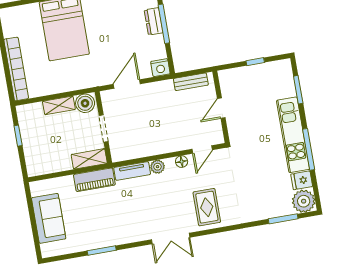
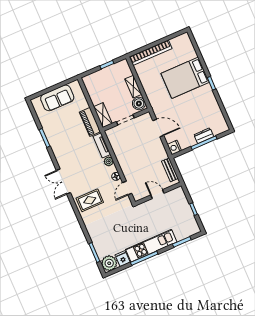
door: (202, 149) -> (127, 188), hinge flipped

